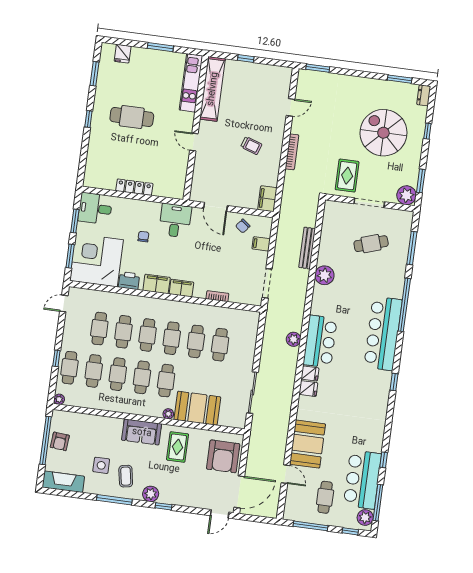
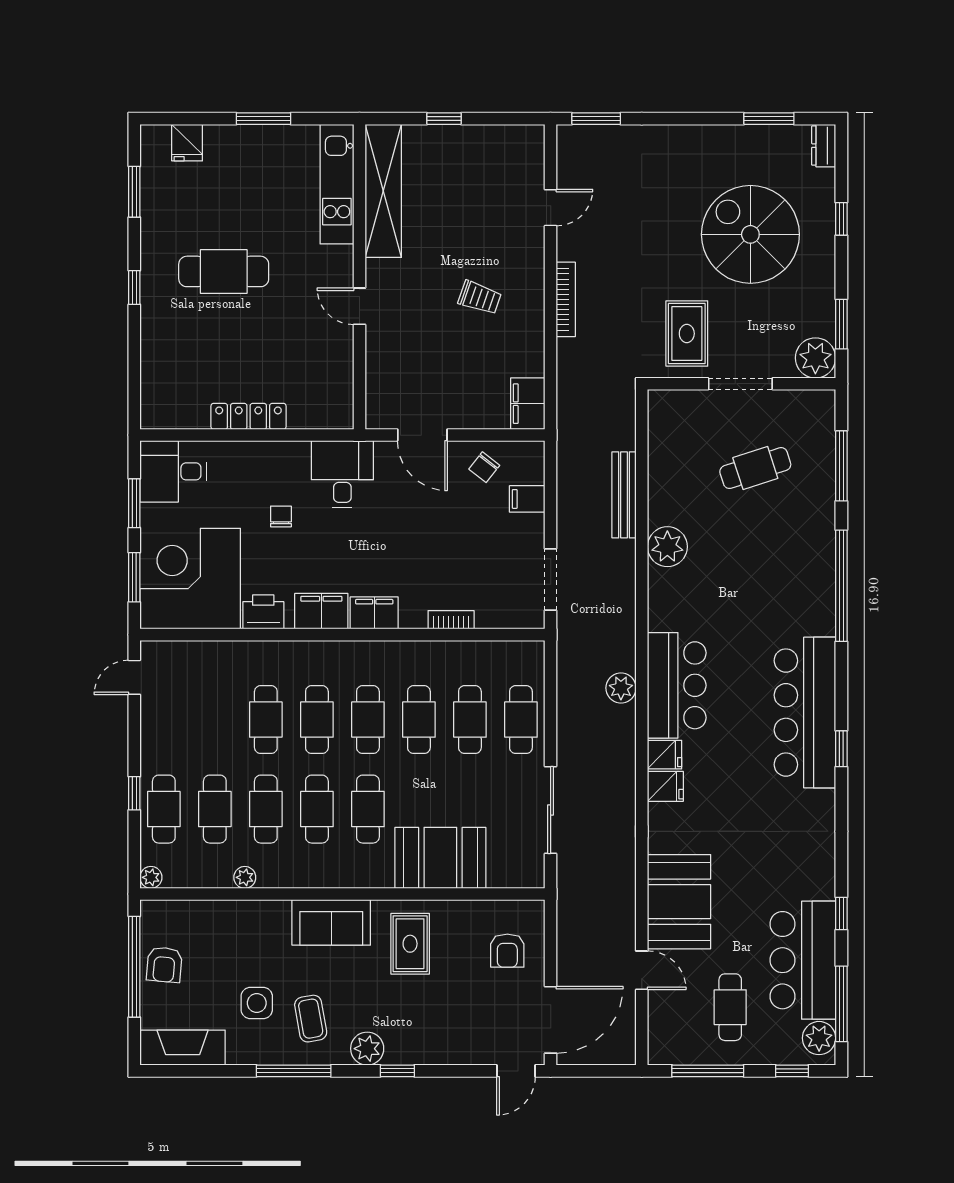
cafe table: (99, 329) -> (521, 720), moved
bar counter: (383, 333) -> (805, 713), moved
plant: (168, 414) -> (245, 877), moved
armchair: (223, 456) -> (507, 951), width x0.53, depth x0.53

